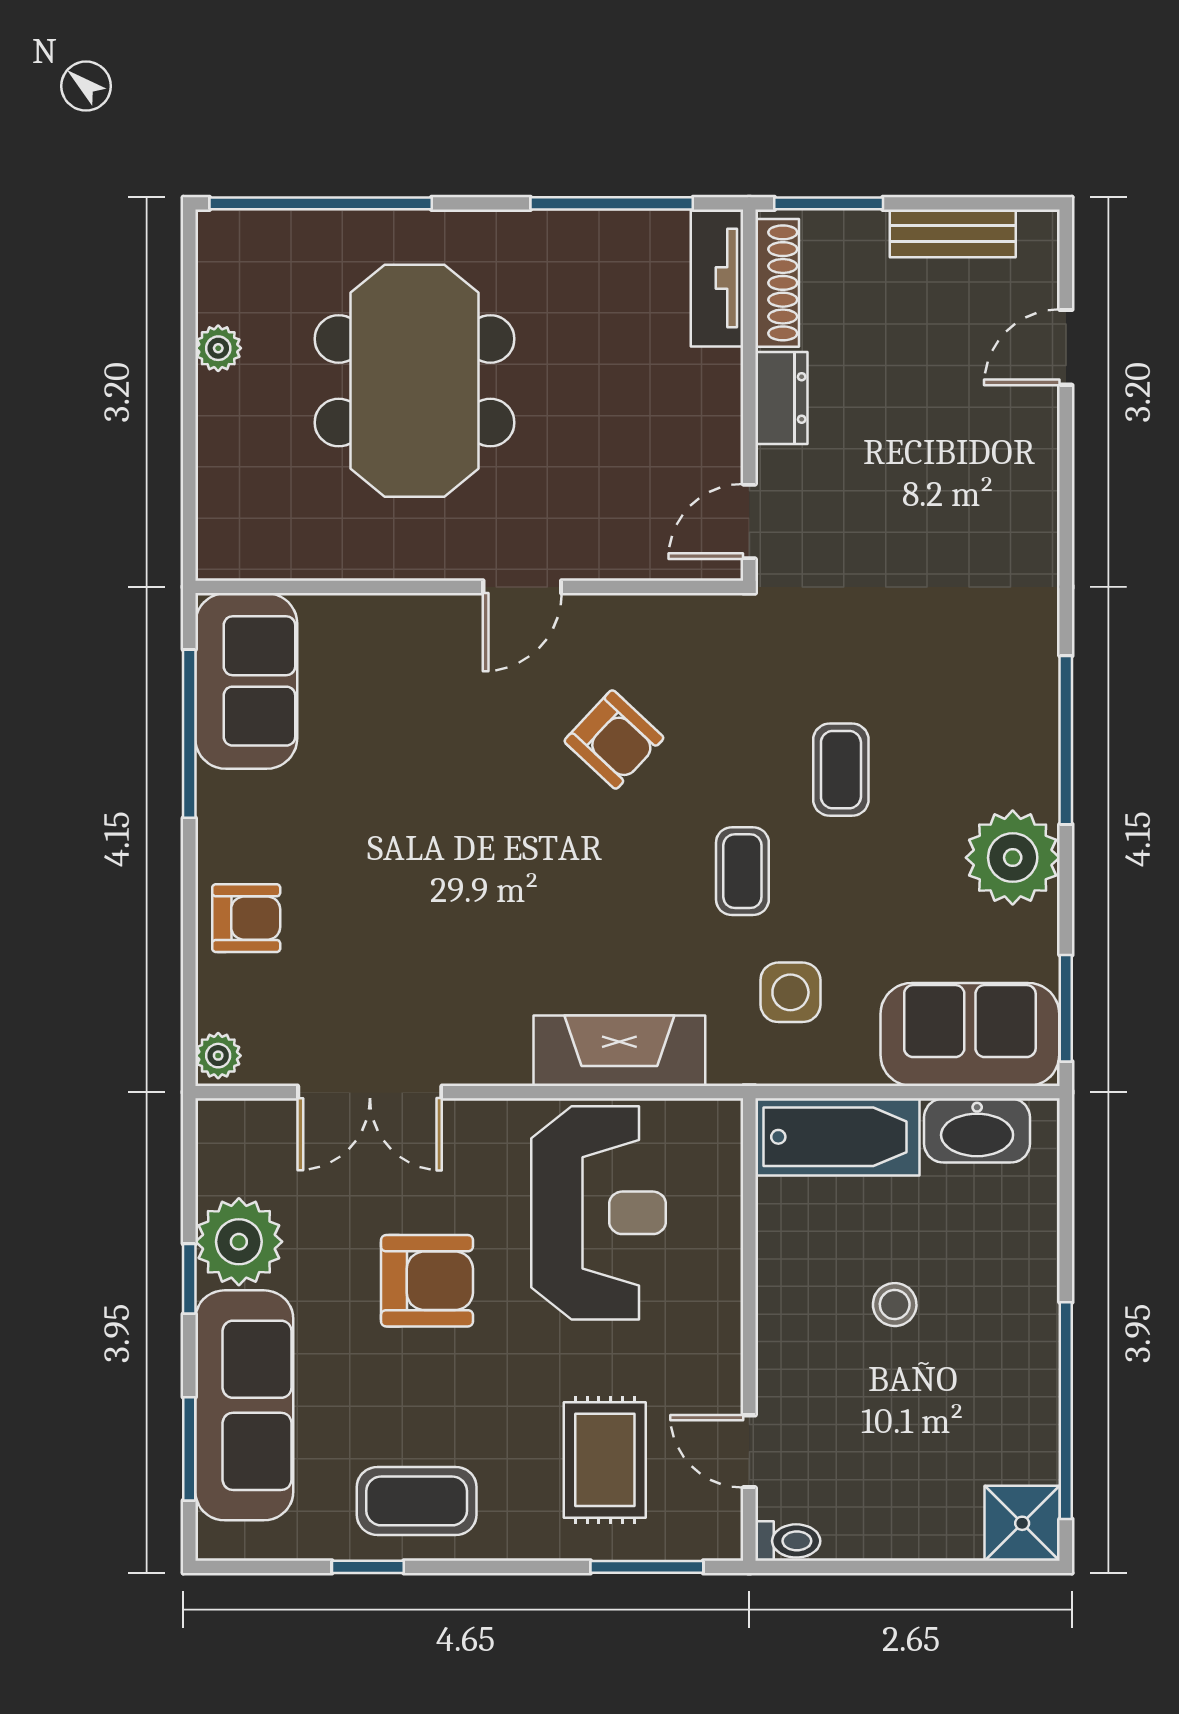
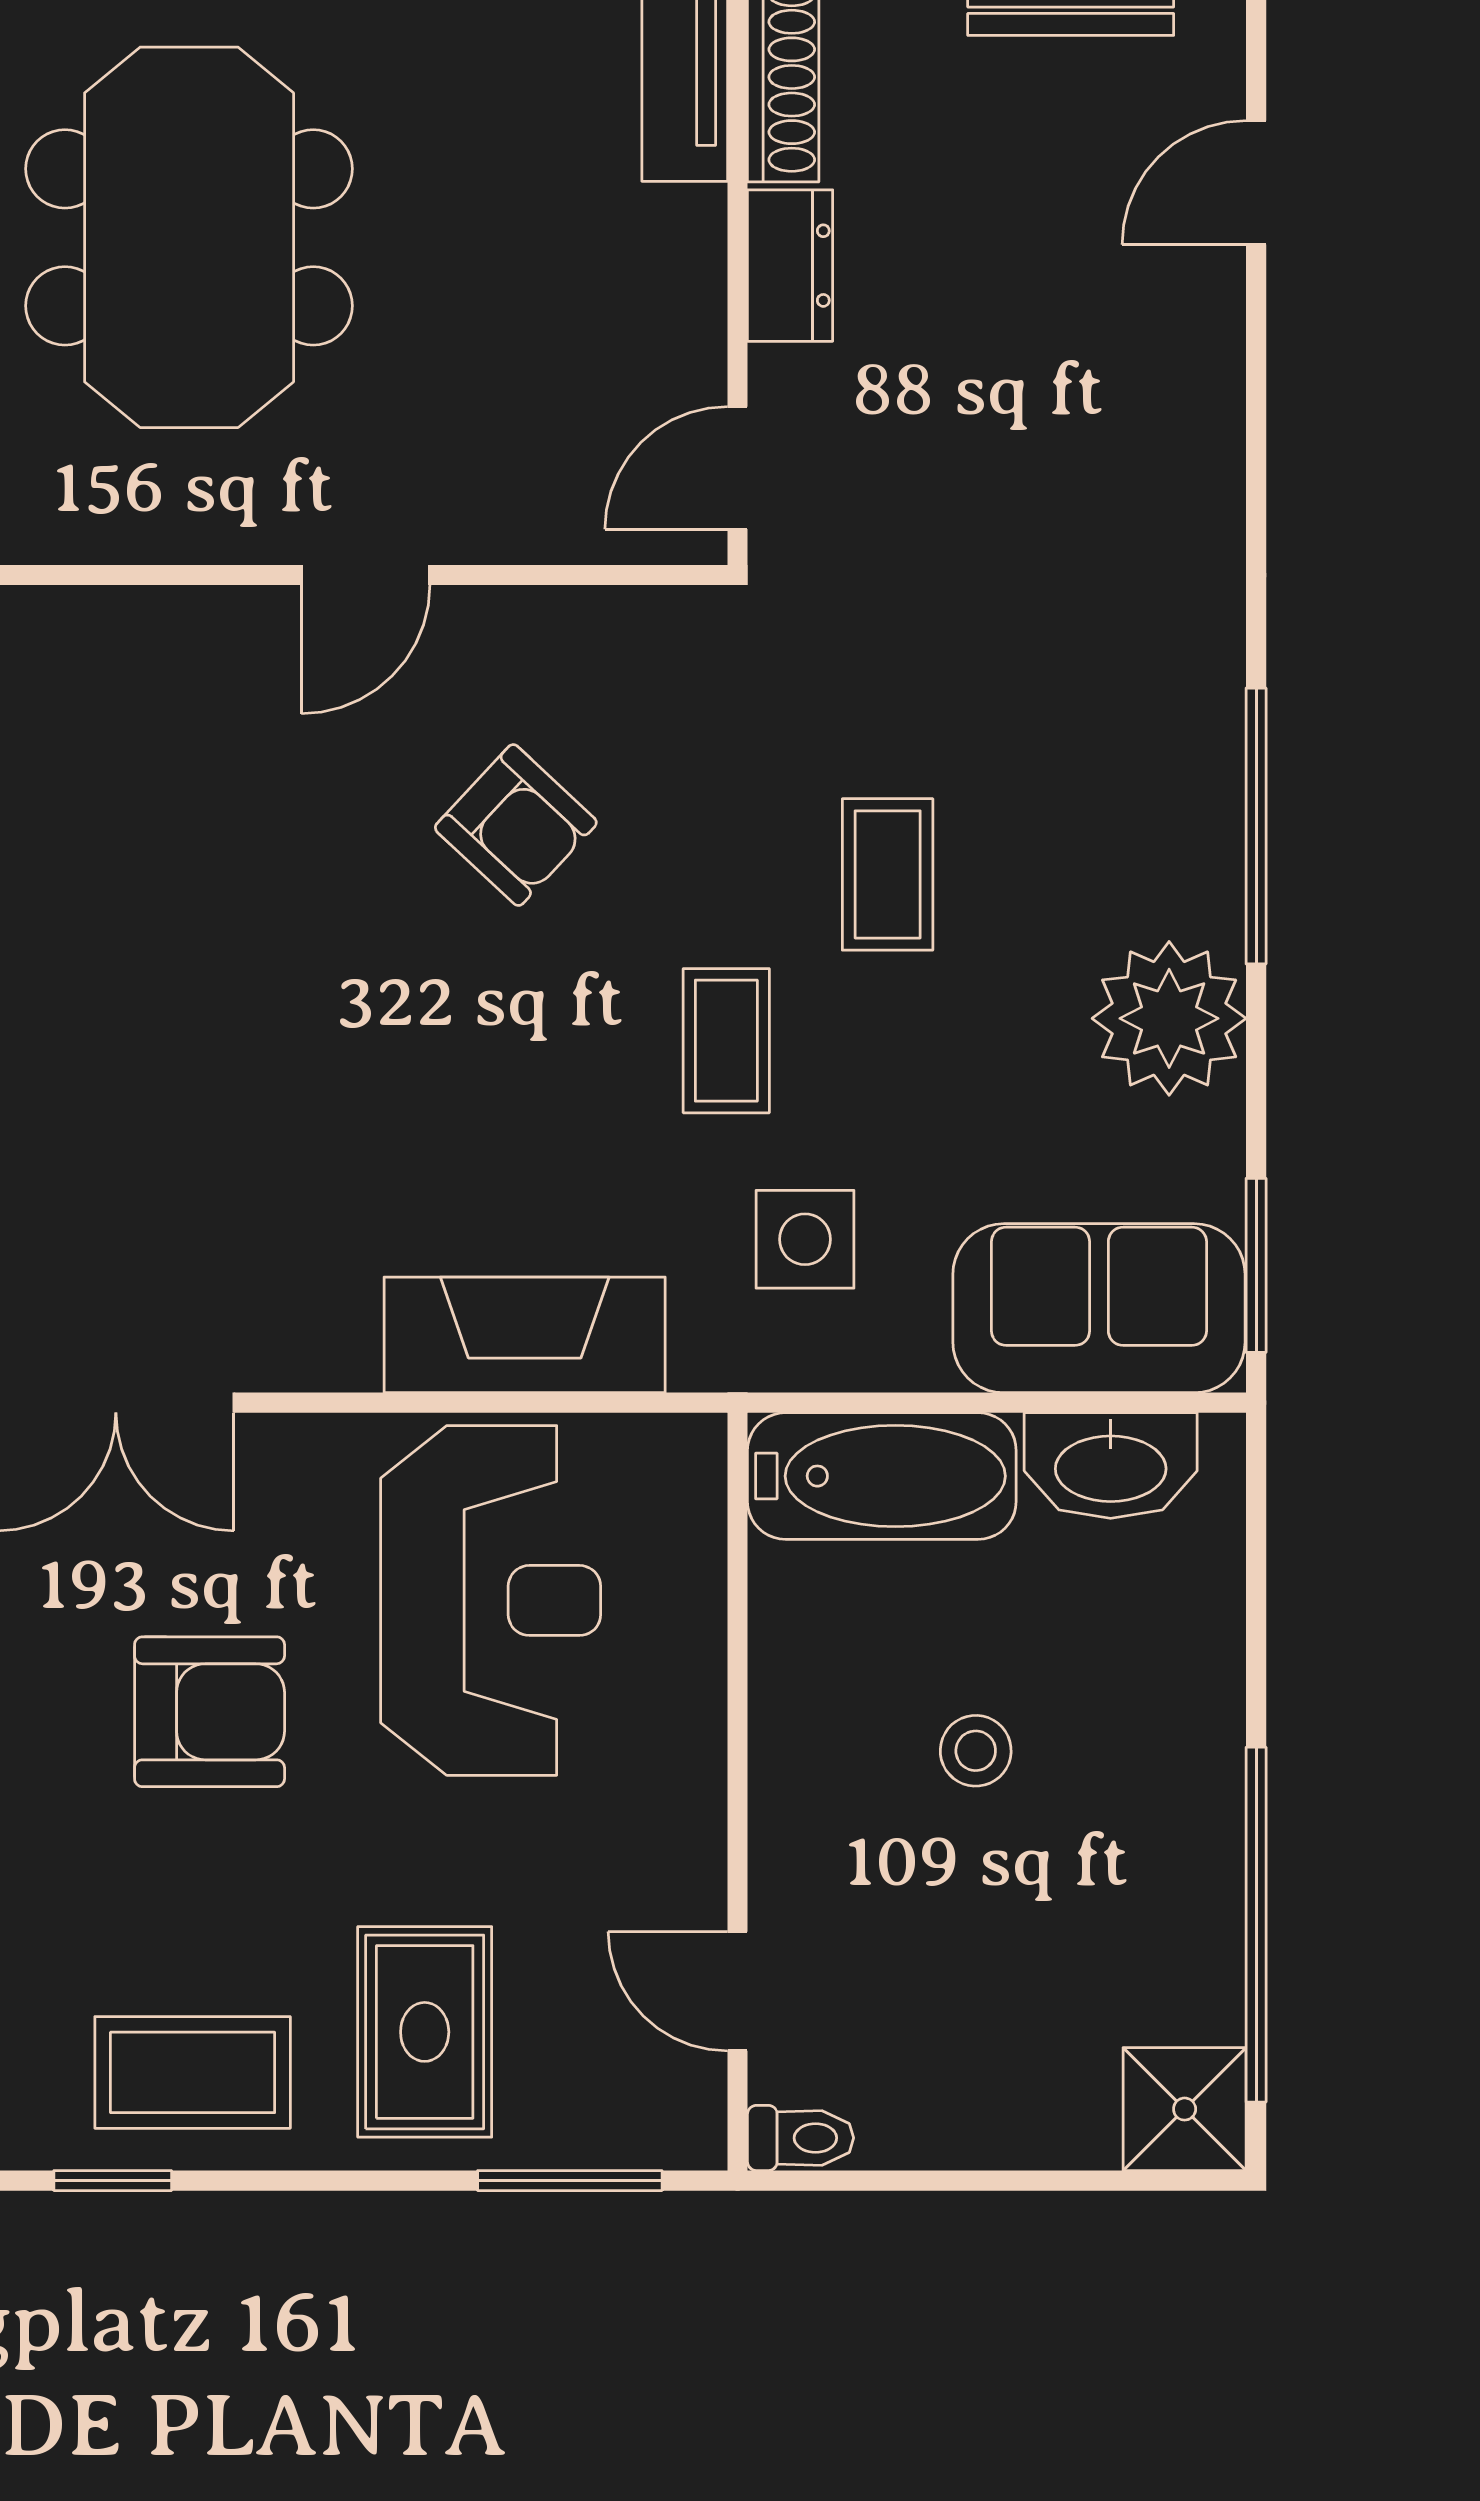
rug: (605, 1460) -> (425, 2032), moved

